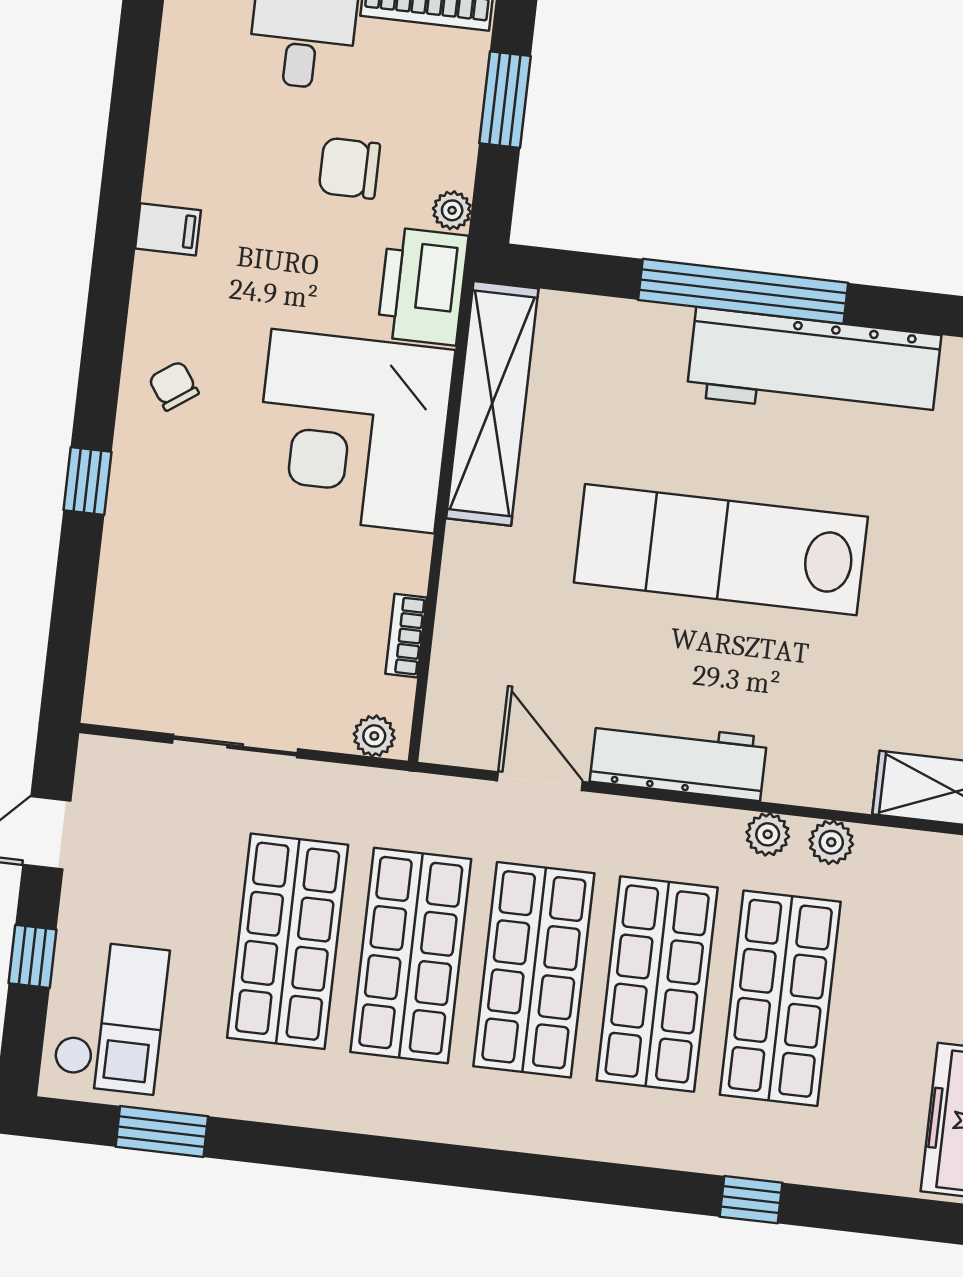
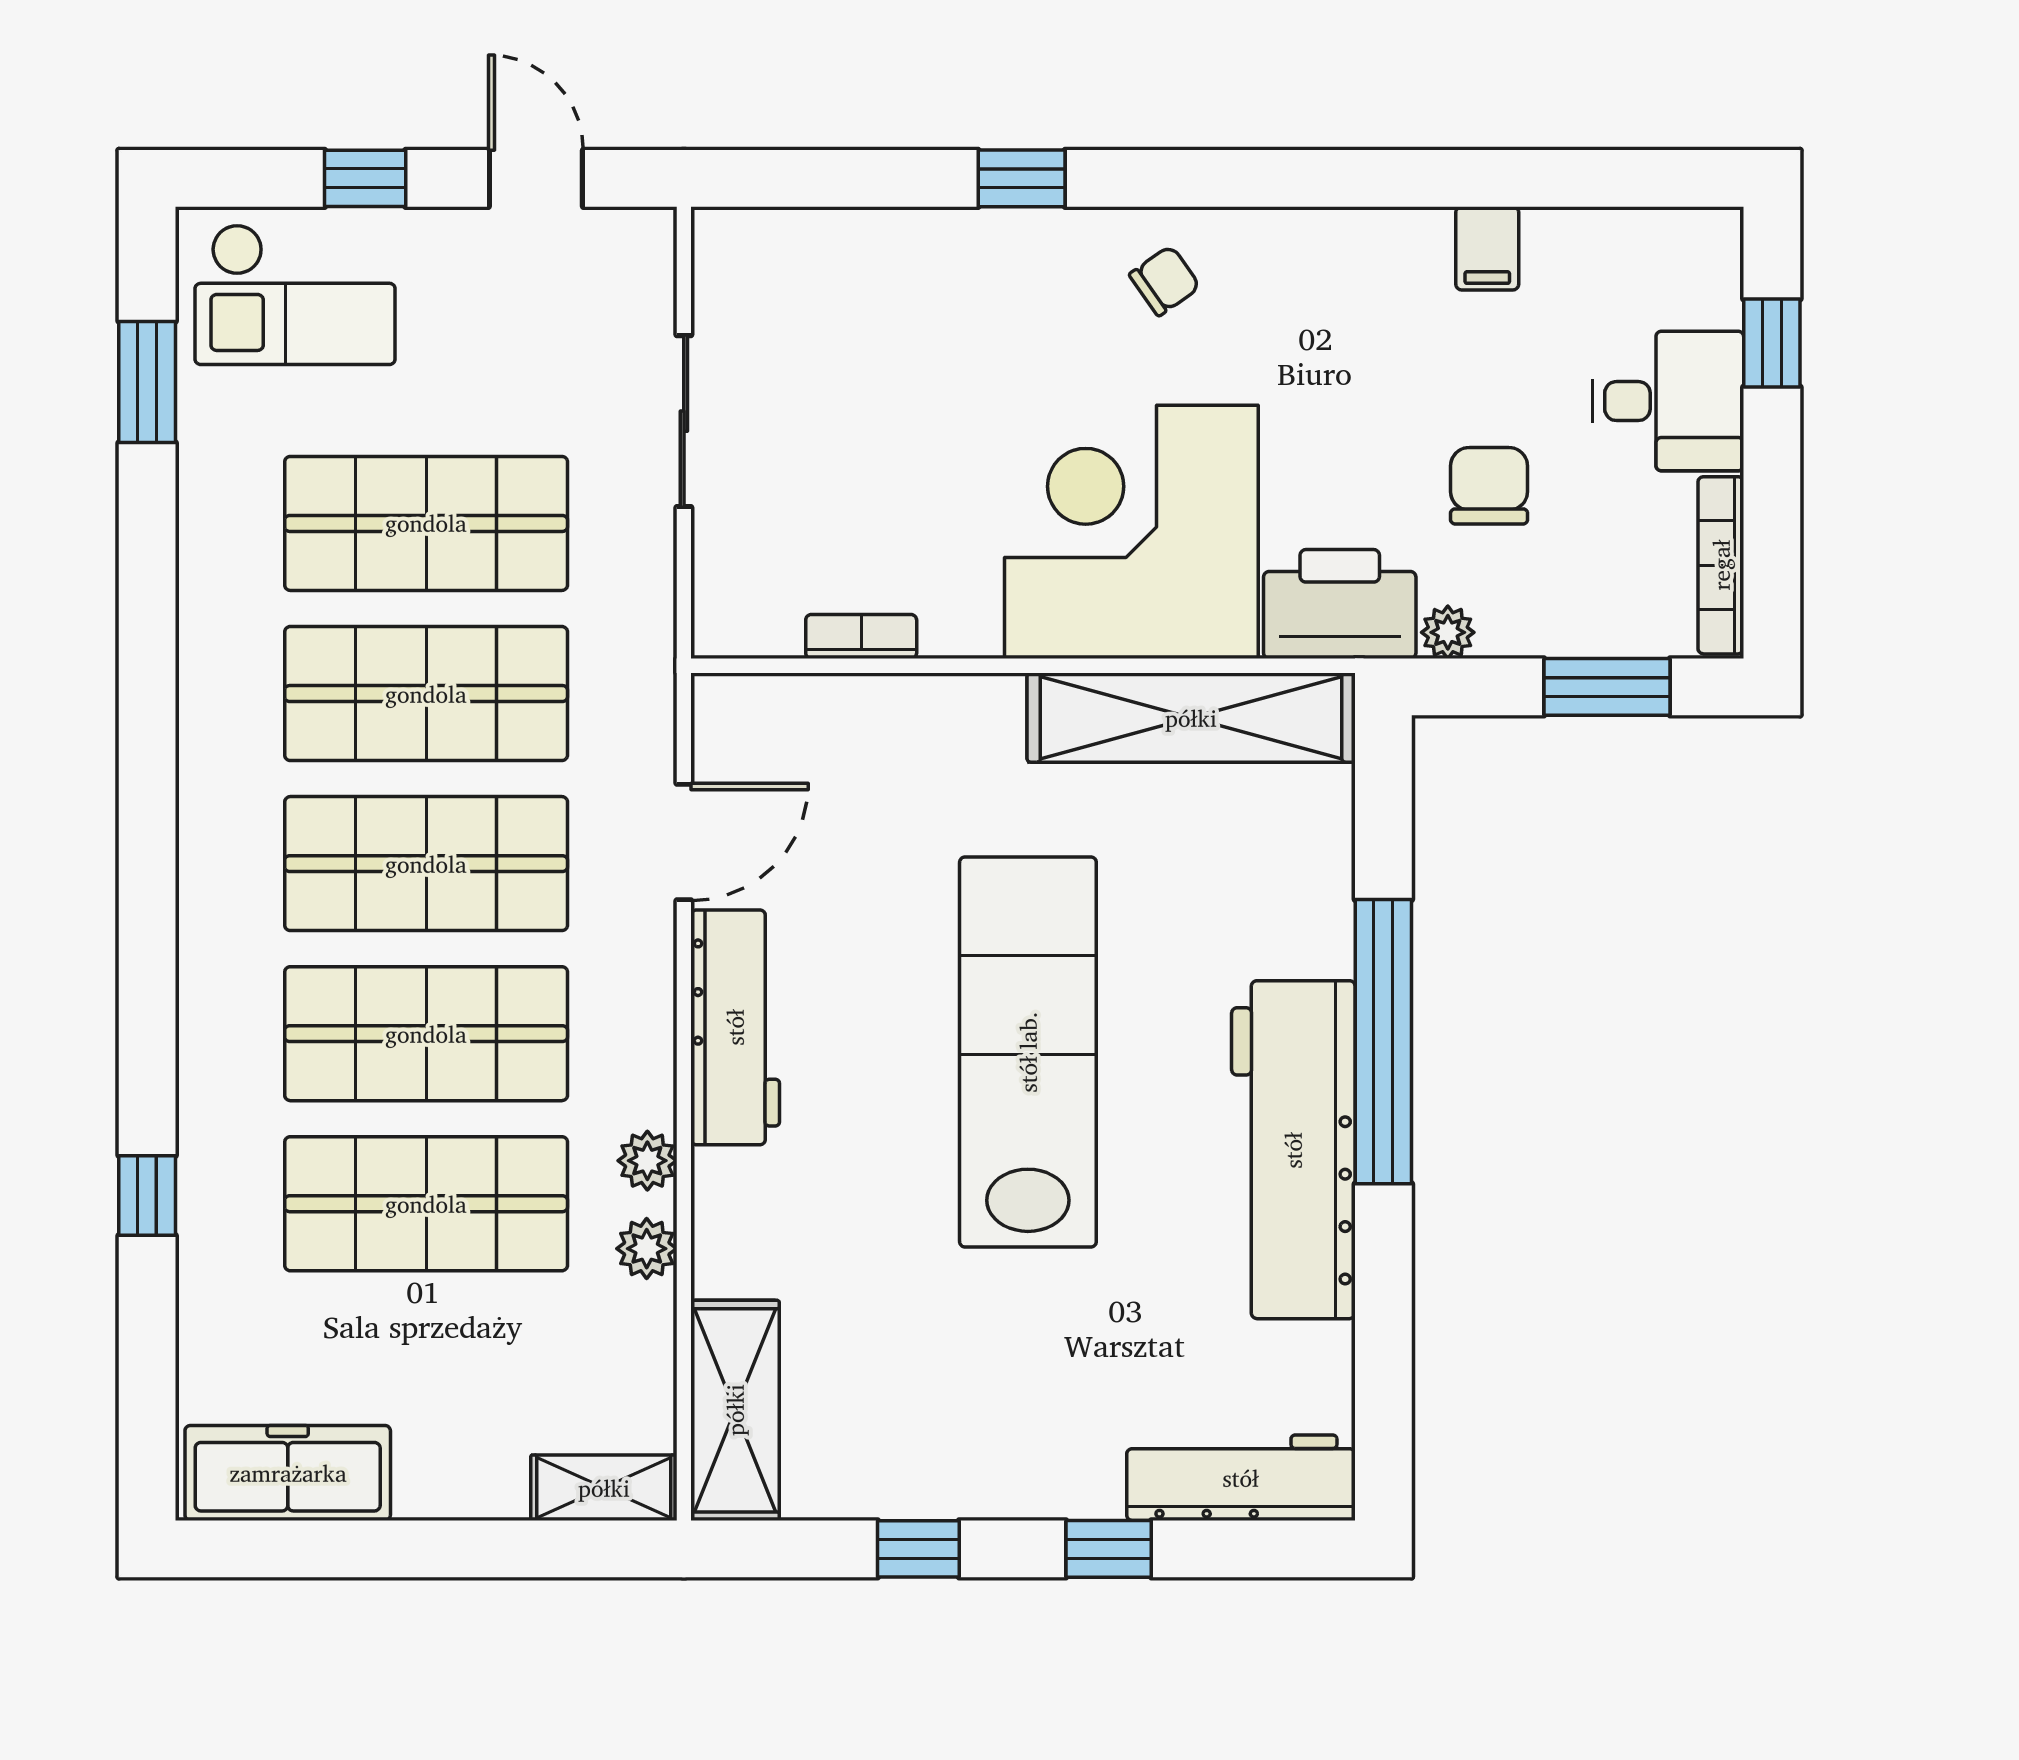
filing cabinet: (168, 229) -> (1487, 248), moved
plant: (374, 736) -> (719, 609), removed

